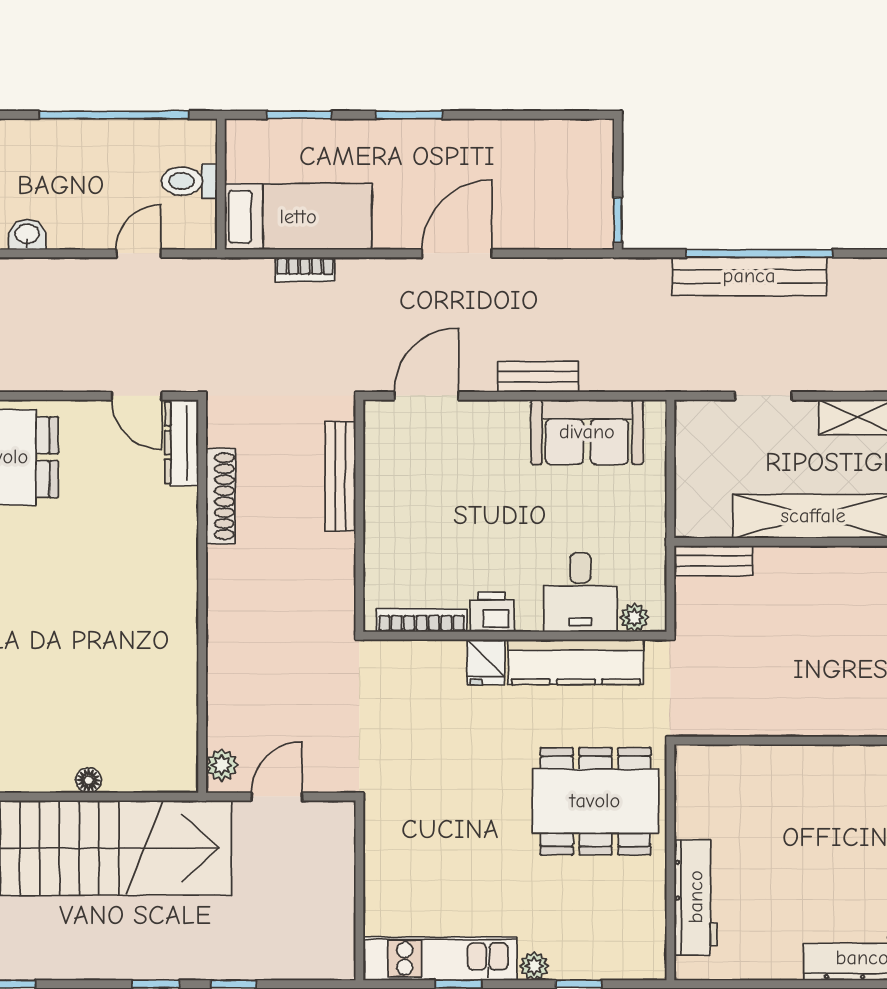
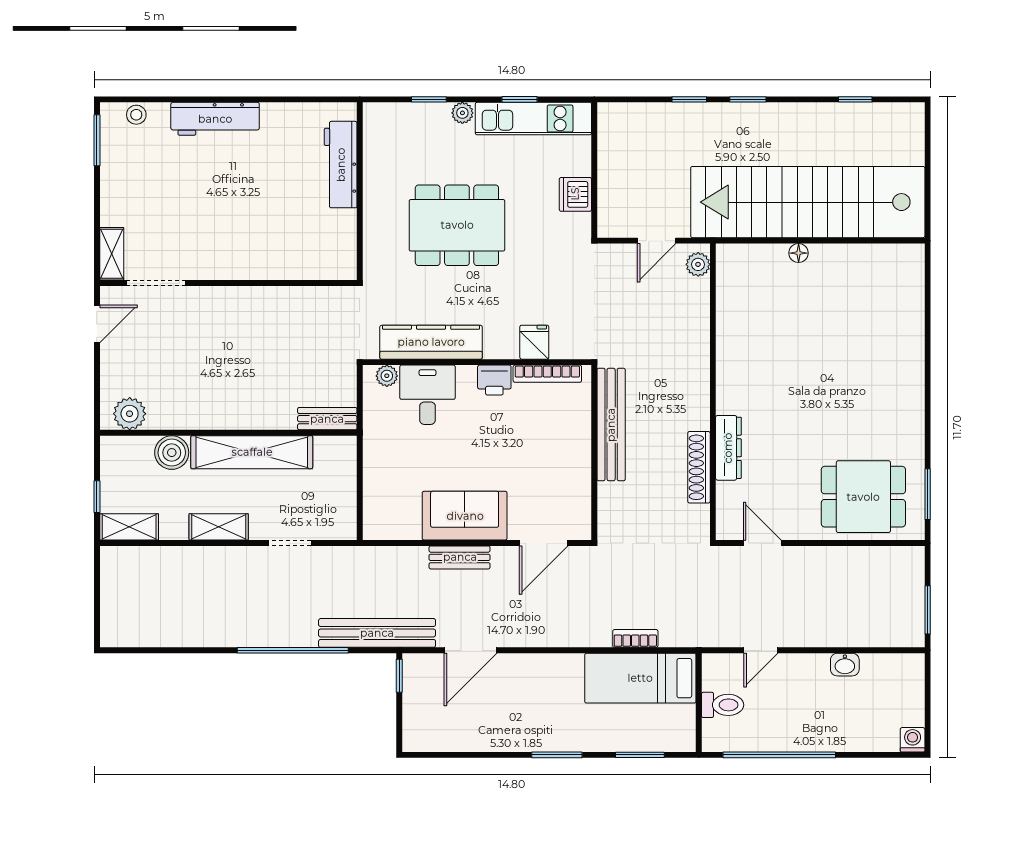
door: (457, 253) -> (470, 650), moved
bench: (749, 276) -> (377, 633), moved
sofa: (587, 432) -> (465, 516), moved
dresser: (182, 443) -> (728, 448), moved
bench: (340, 476) -> (611, 425), moved, width x1.37, depth x1.21
fridge: (486, 662) -> (534, 342), moved
dining table: (595, 801) -> (457, 225), moved
dishwasher: (384, 858) -> (575, 194), added

